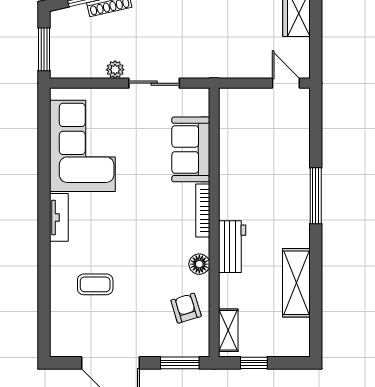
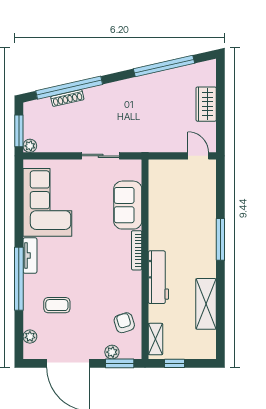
plant: (115, 70) -> (30, 146), moved
workbench: (232, 247) -> (158, 277), width x1.38
window: (44, 249) -> (19, 279), added
floor lamp: (199, 264) -> (134, 290), removed
plant: (59, 327) -> (30, 337), added
plant: (169, 348) -> (112, 352), added

